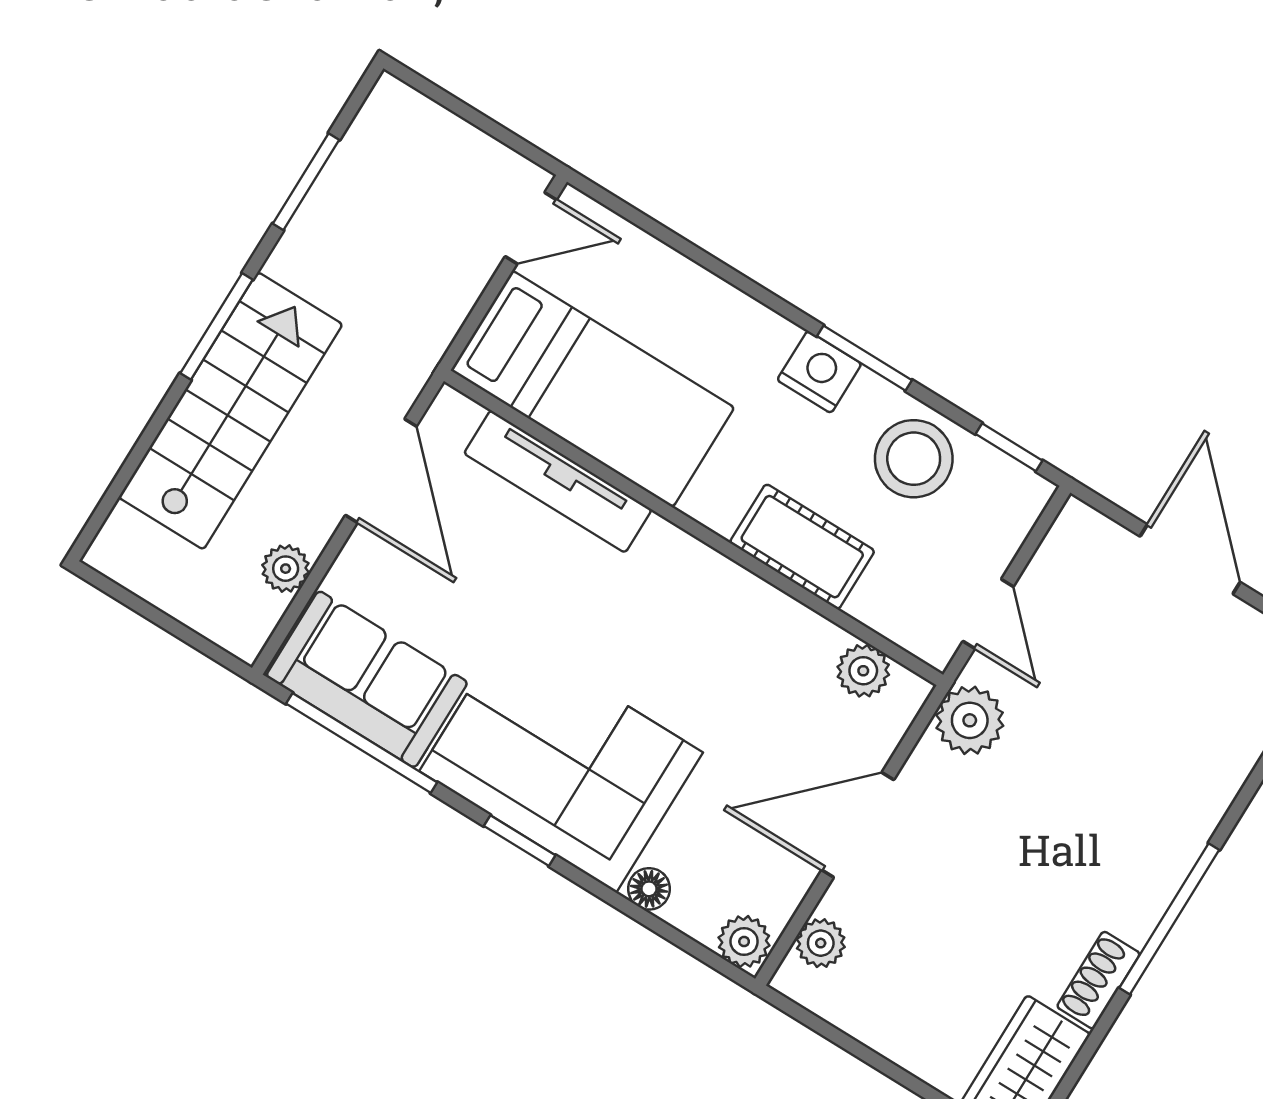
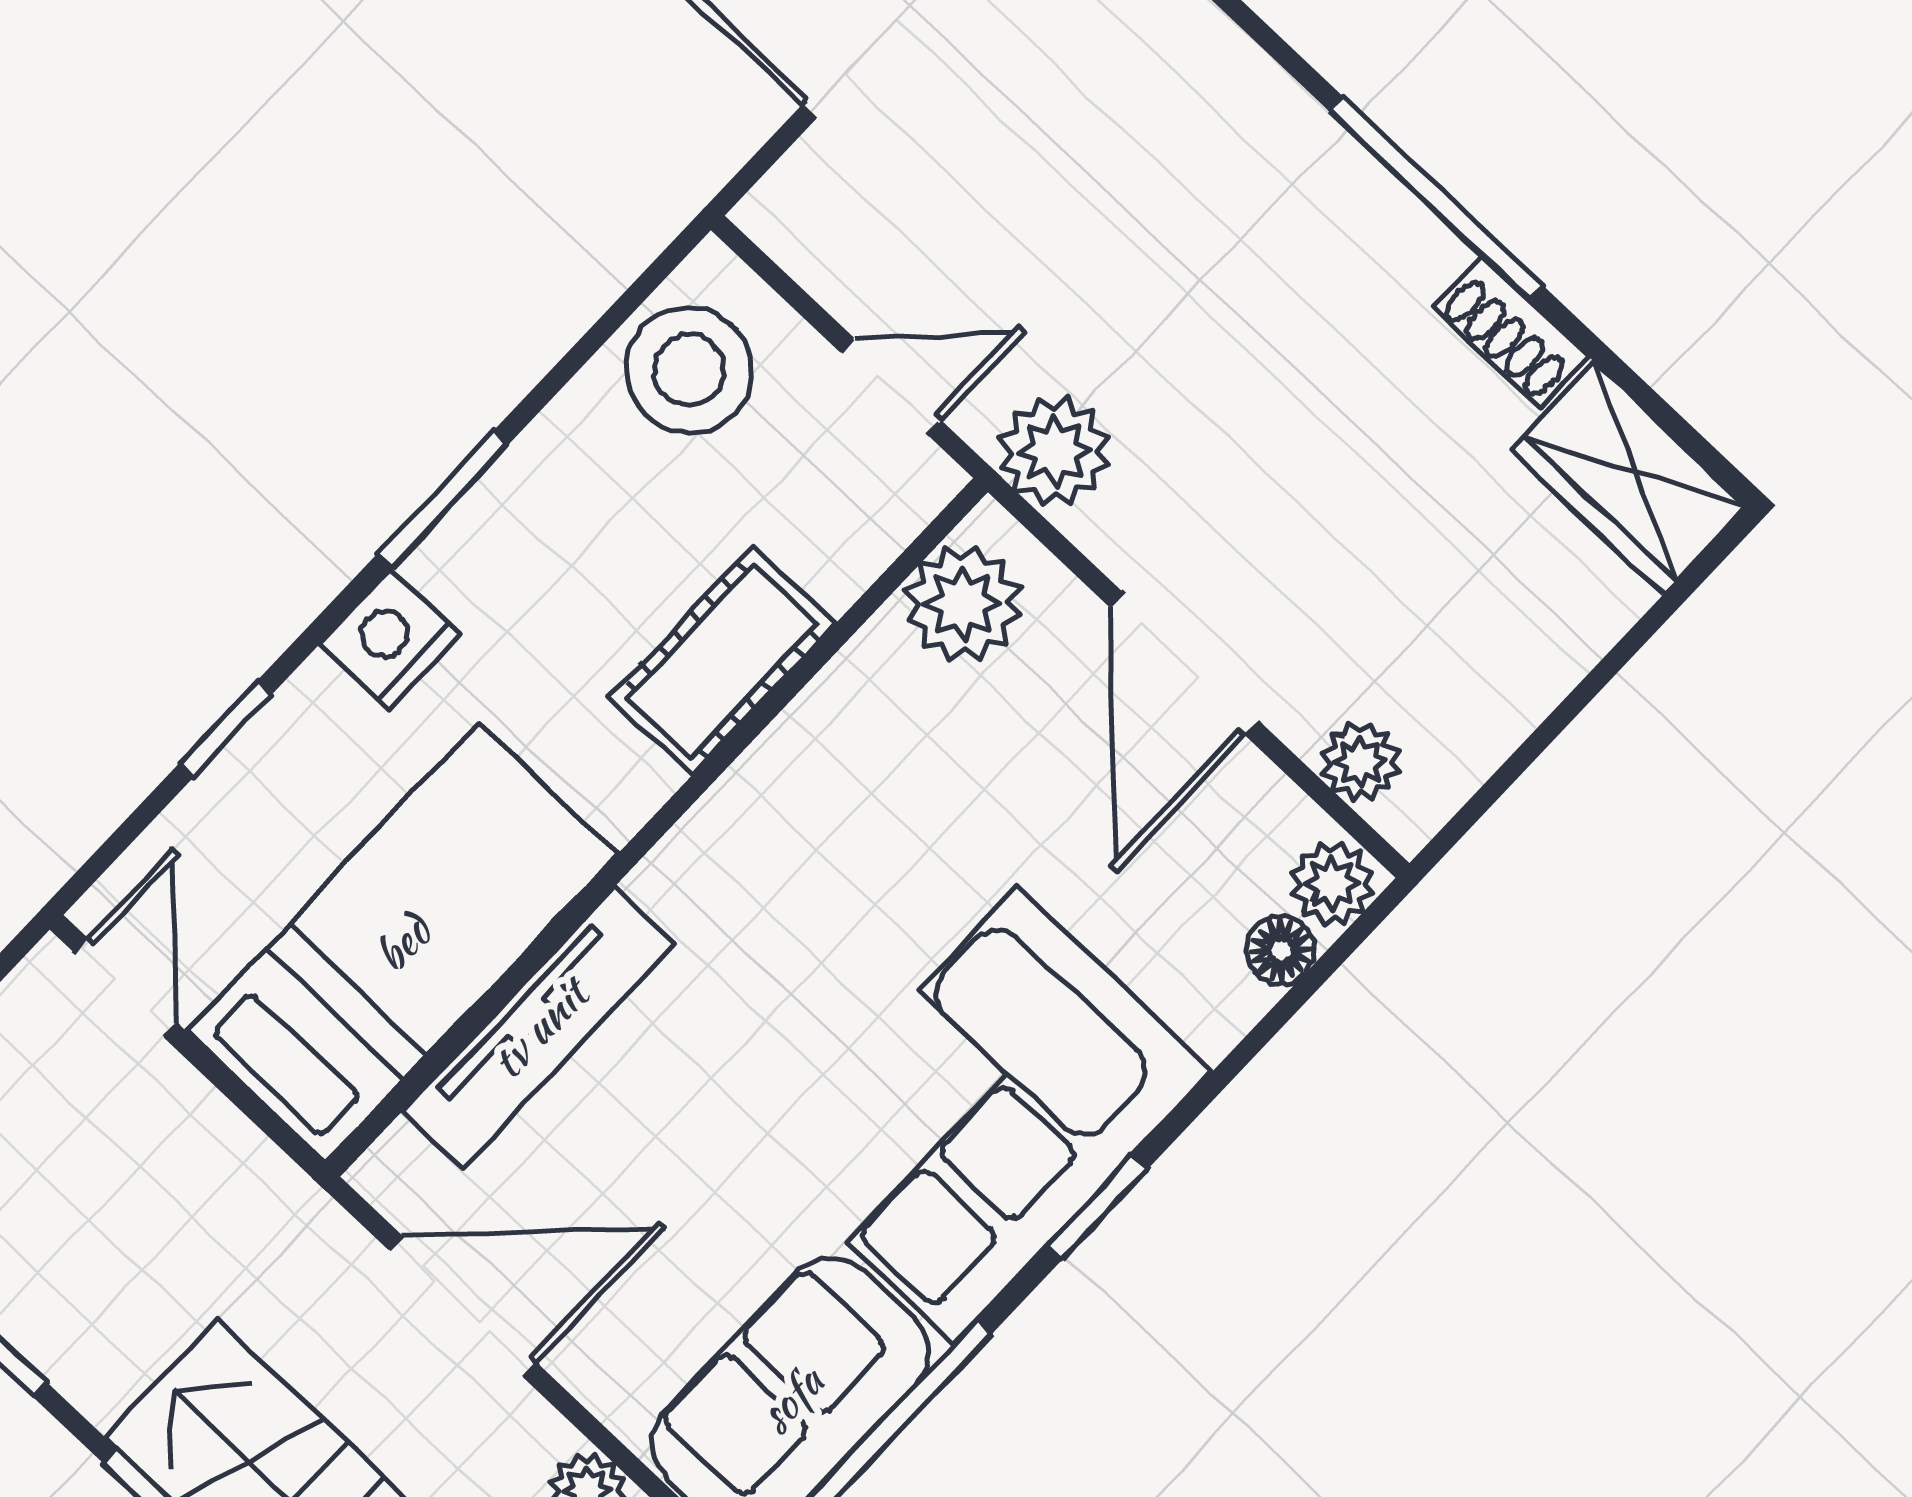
nightstand: (819, 372) -> (390, 639), moved
window: (1009, 447) -> (226, 729), moved
stool: (914, 459) -> (689, 370), moved
plant: (863, 671) -> (963, 604), width x1.38, depth x1.38
floor lamp: (649, 889) -> (1281, 950), moved

